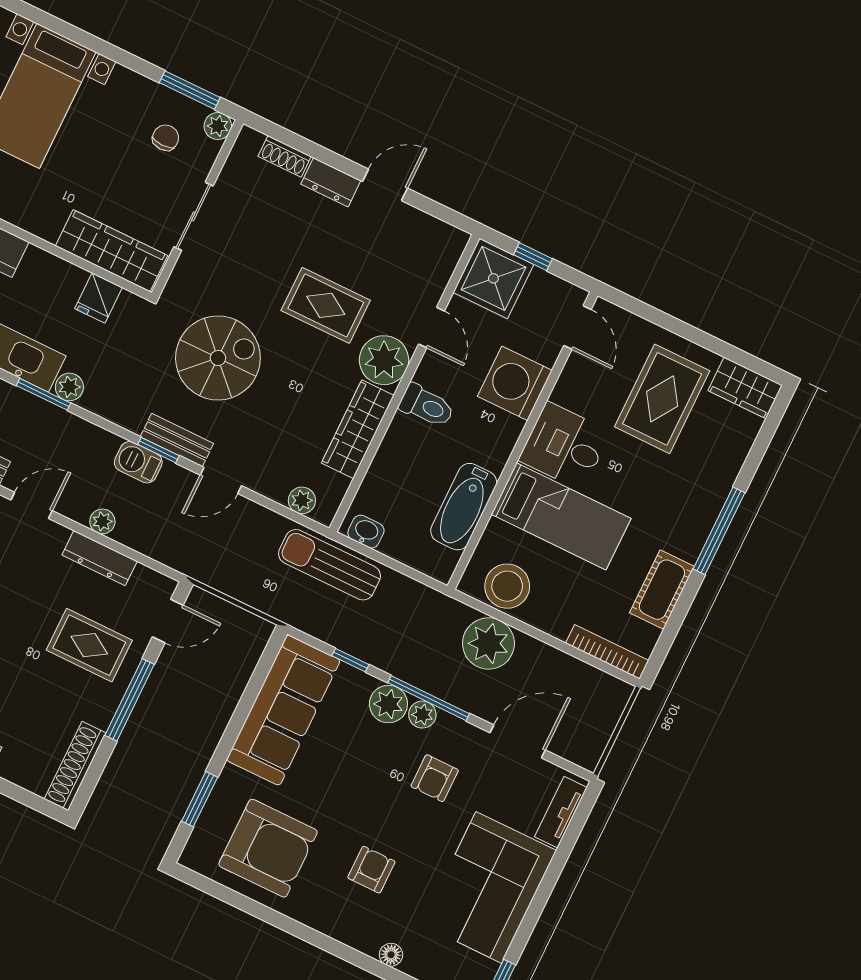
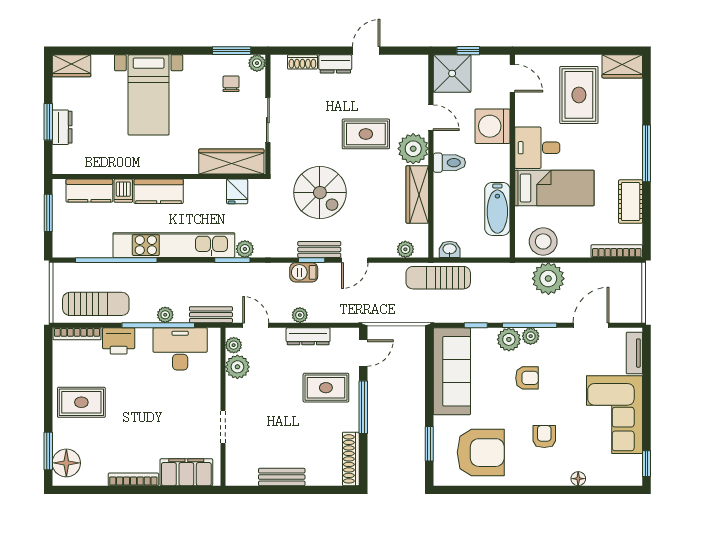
spiral stairs: (218, 358) -> (320, 193), turned 90
door: (32, 505) -> (256, 325), hinge flipped
armchair: (435, 778) -> (527, 378), moved, turned -90

